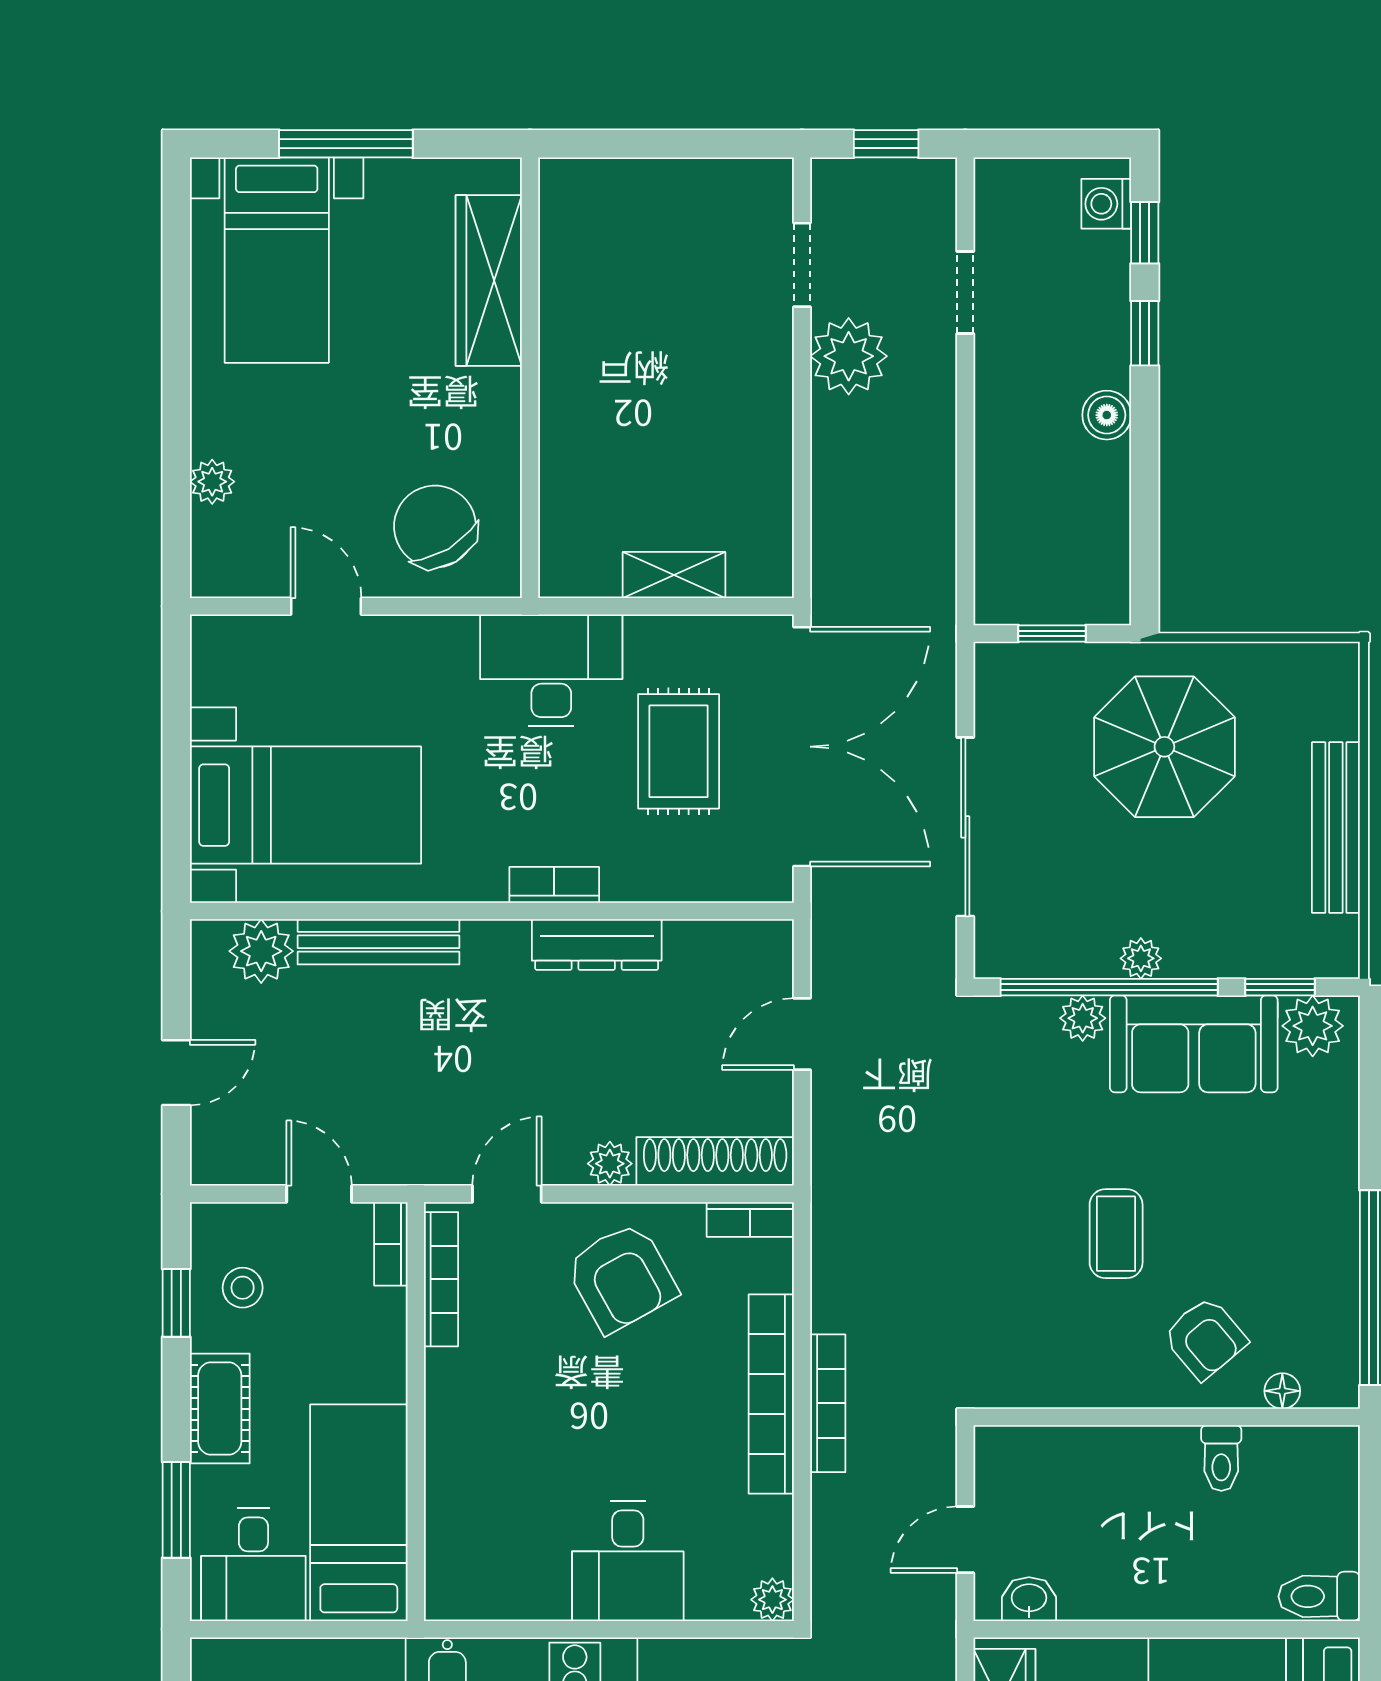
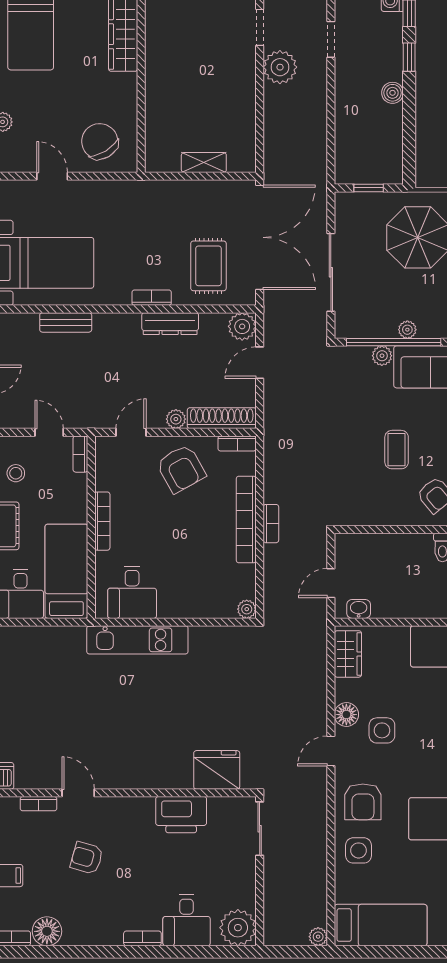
desk: (551, 670) -> (150, 204), removed
rug: (679, 751) -> (208, 266), moved
bench: (379, 942) -> (66, 322), width x0.73
plant: (261, 951) -> (242, 326), moved
bookcase: (441, 1279) -> (102, 521), moved
bookcase: (828, 1403) -> (271, 524), width x0.64
desk: (628, 1561) -> (132, 592), moved

